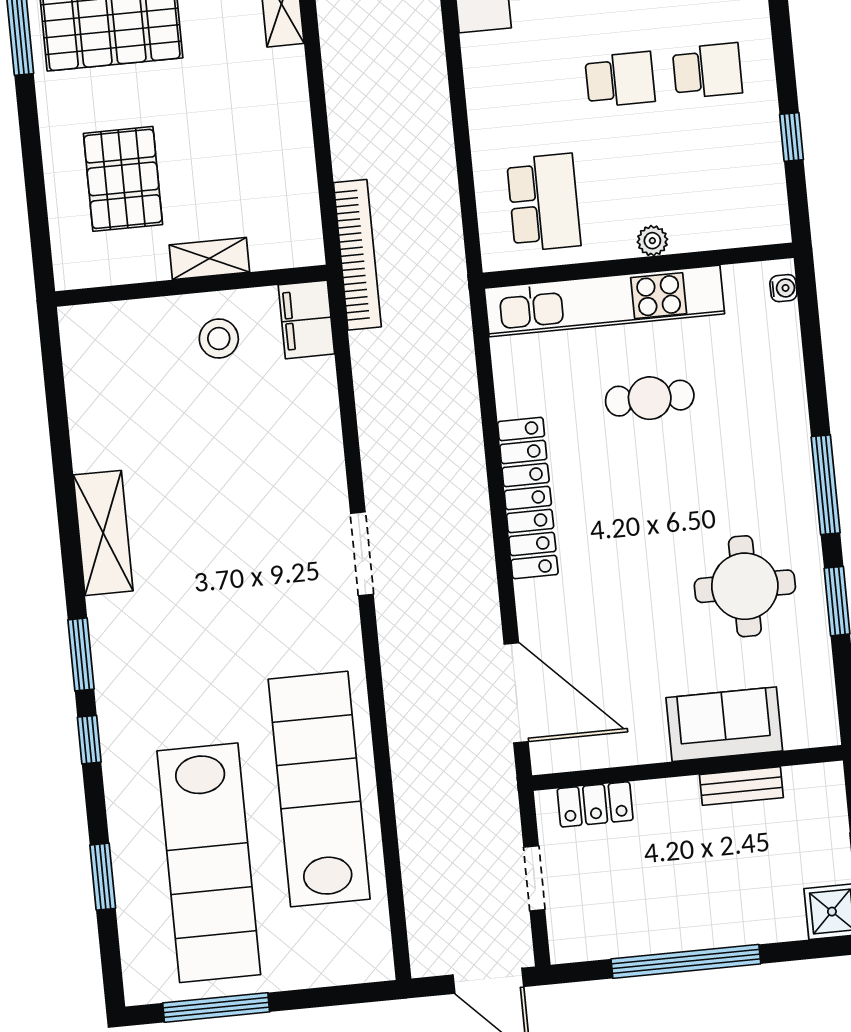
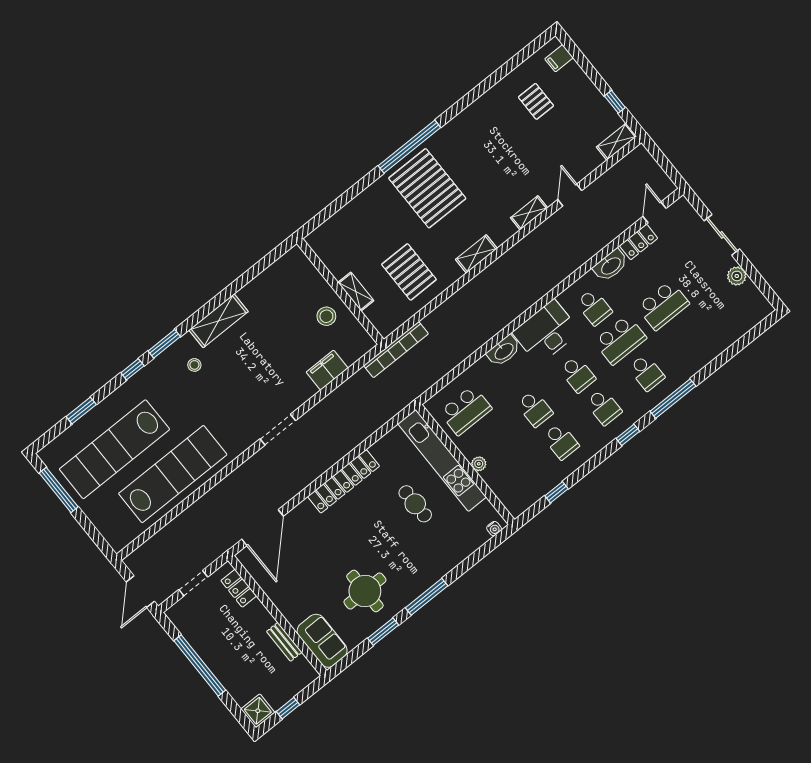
washbasin: (483, 67) -> (504, 351), added
pallet: (123, 179) -> (409, 272), moved, turned 90
filing cabinet: (306, 319) -> (327, 370), moved
stool: (153, 626) -> (194, 365), added
sofa: (724, 724) -> (322, 641), moved

